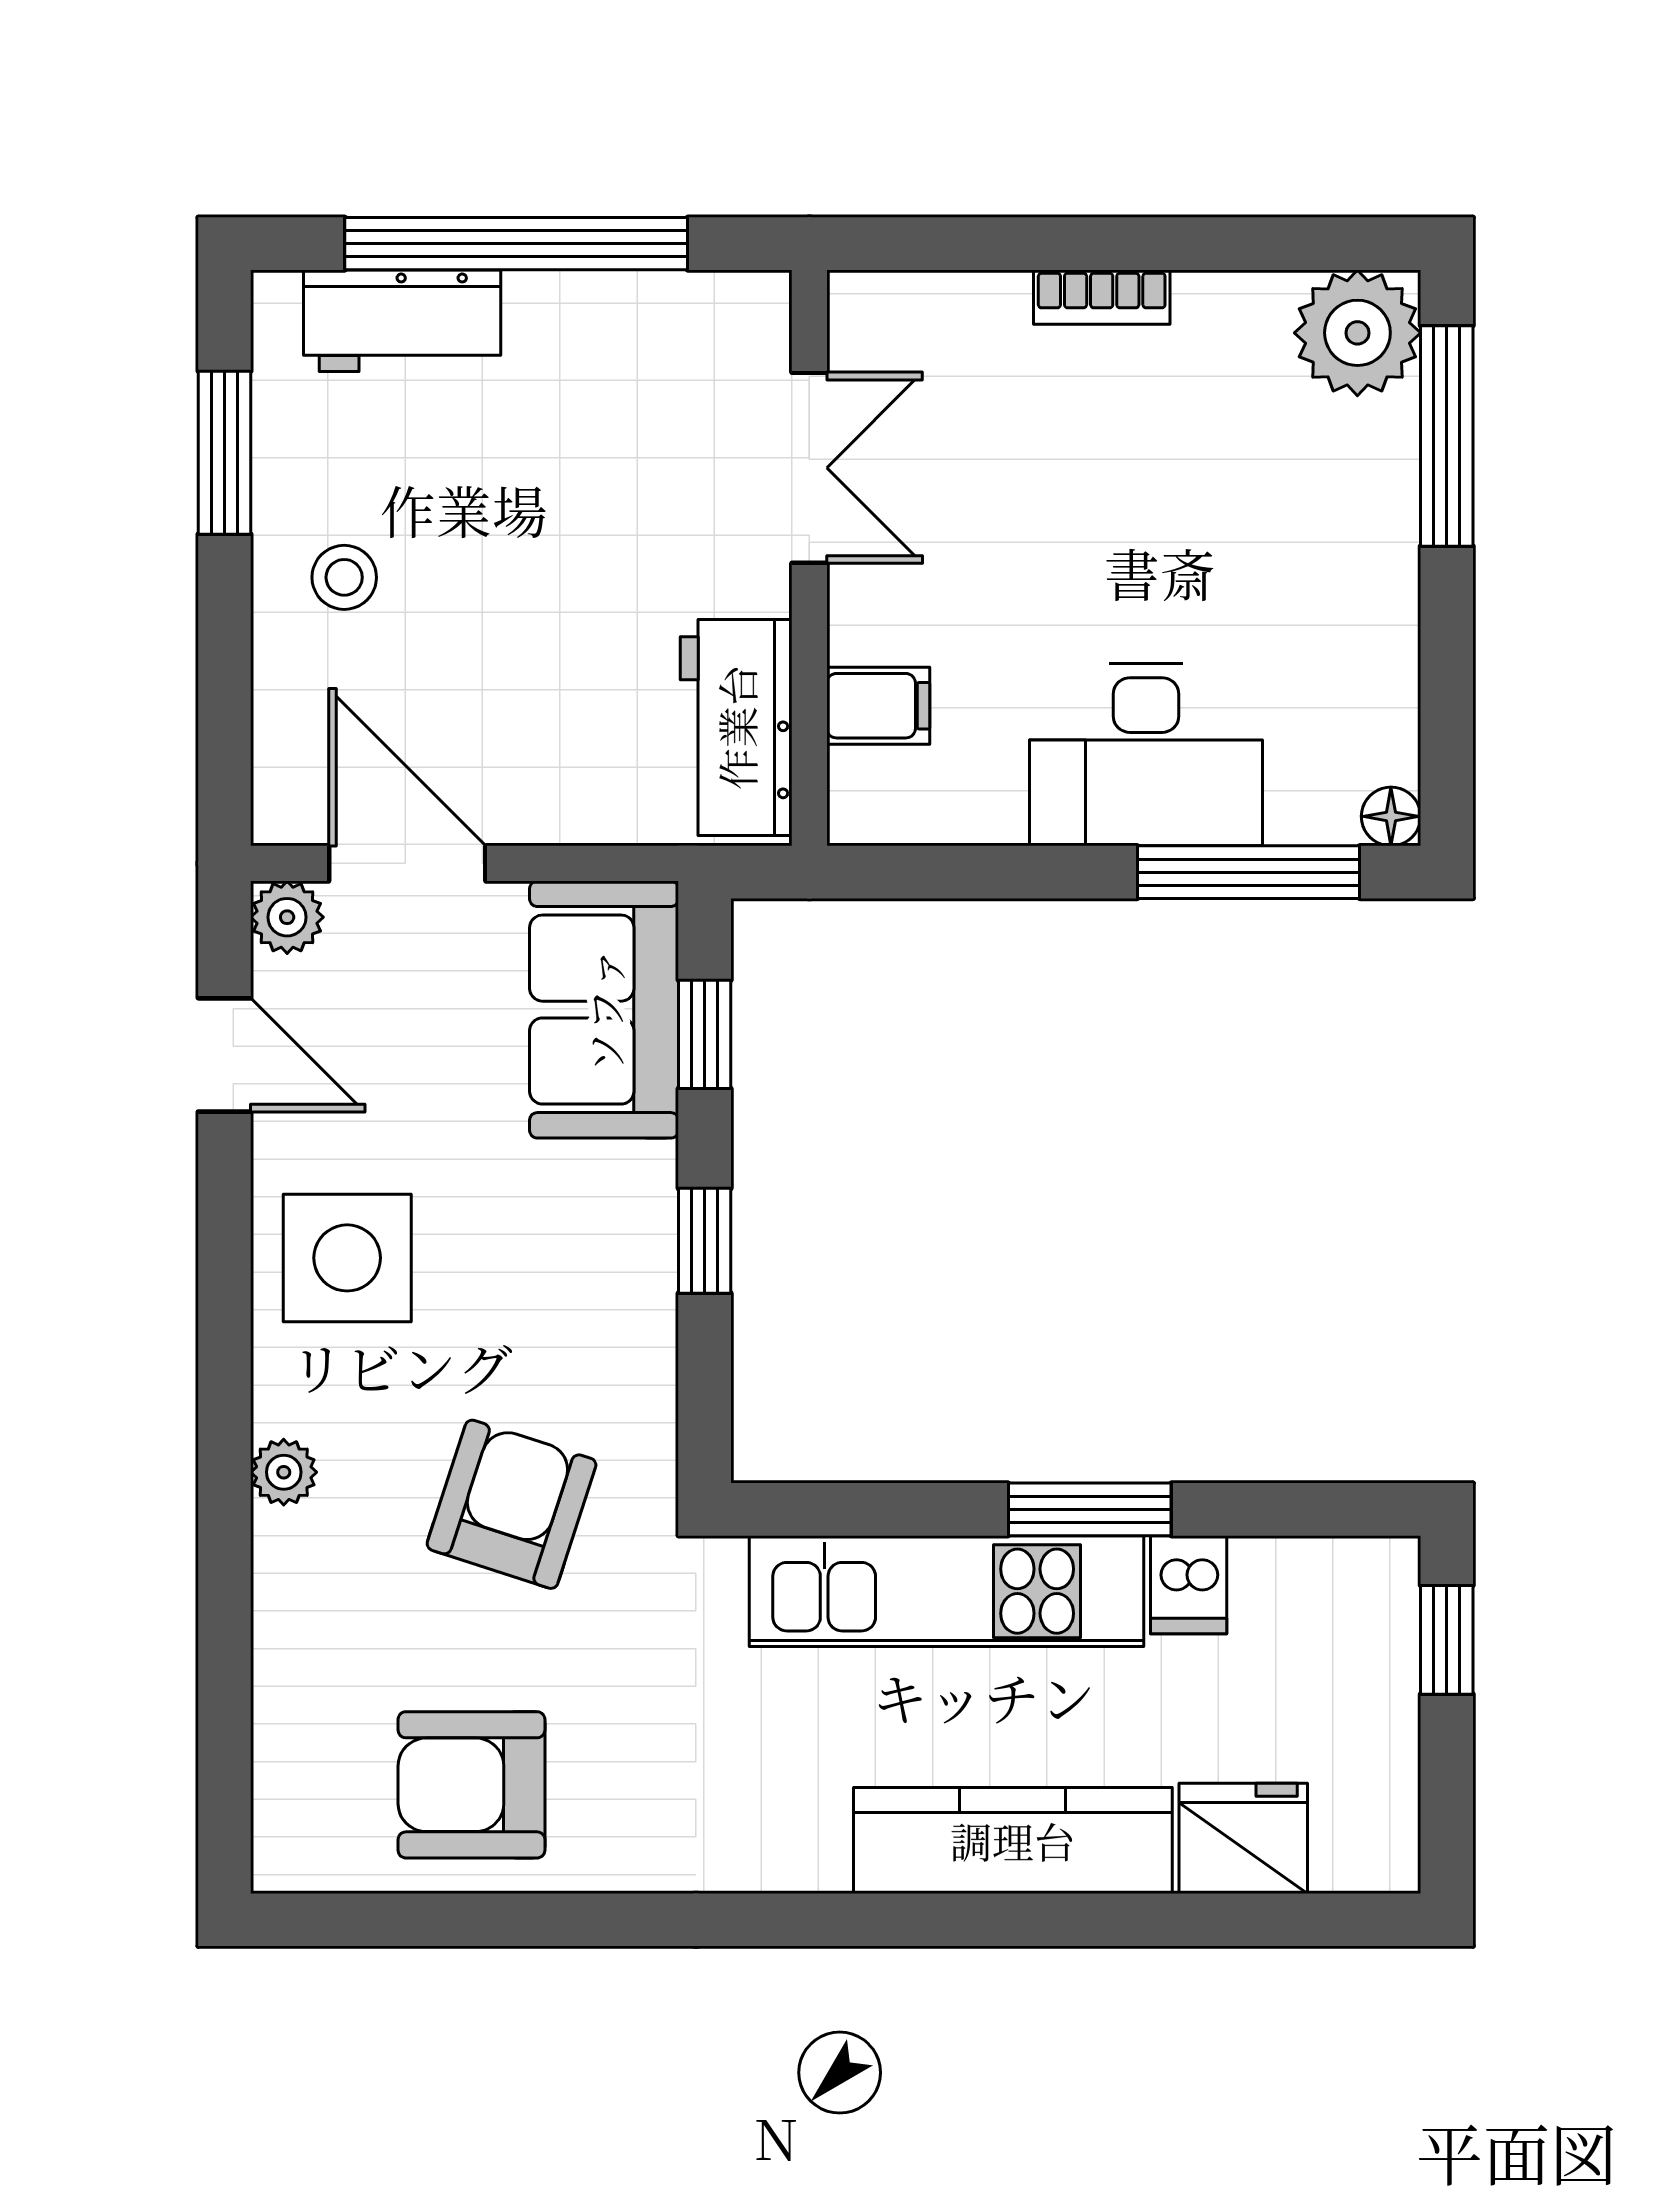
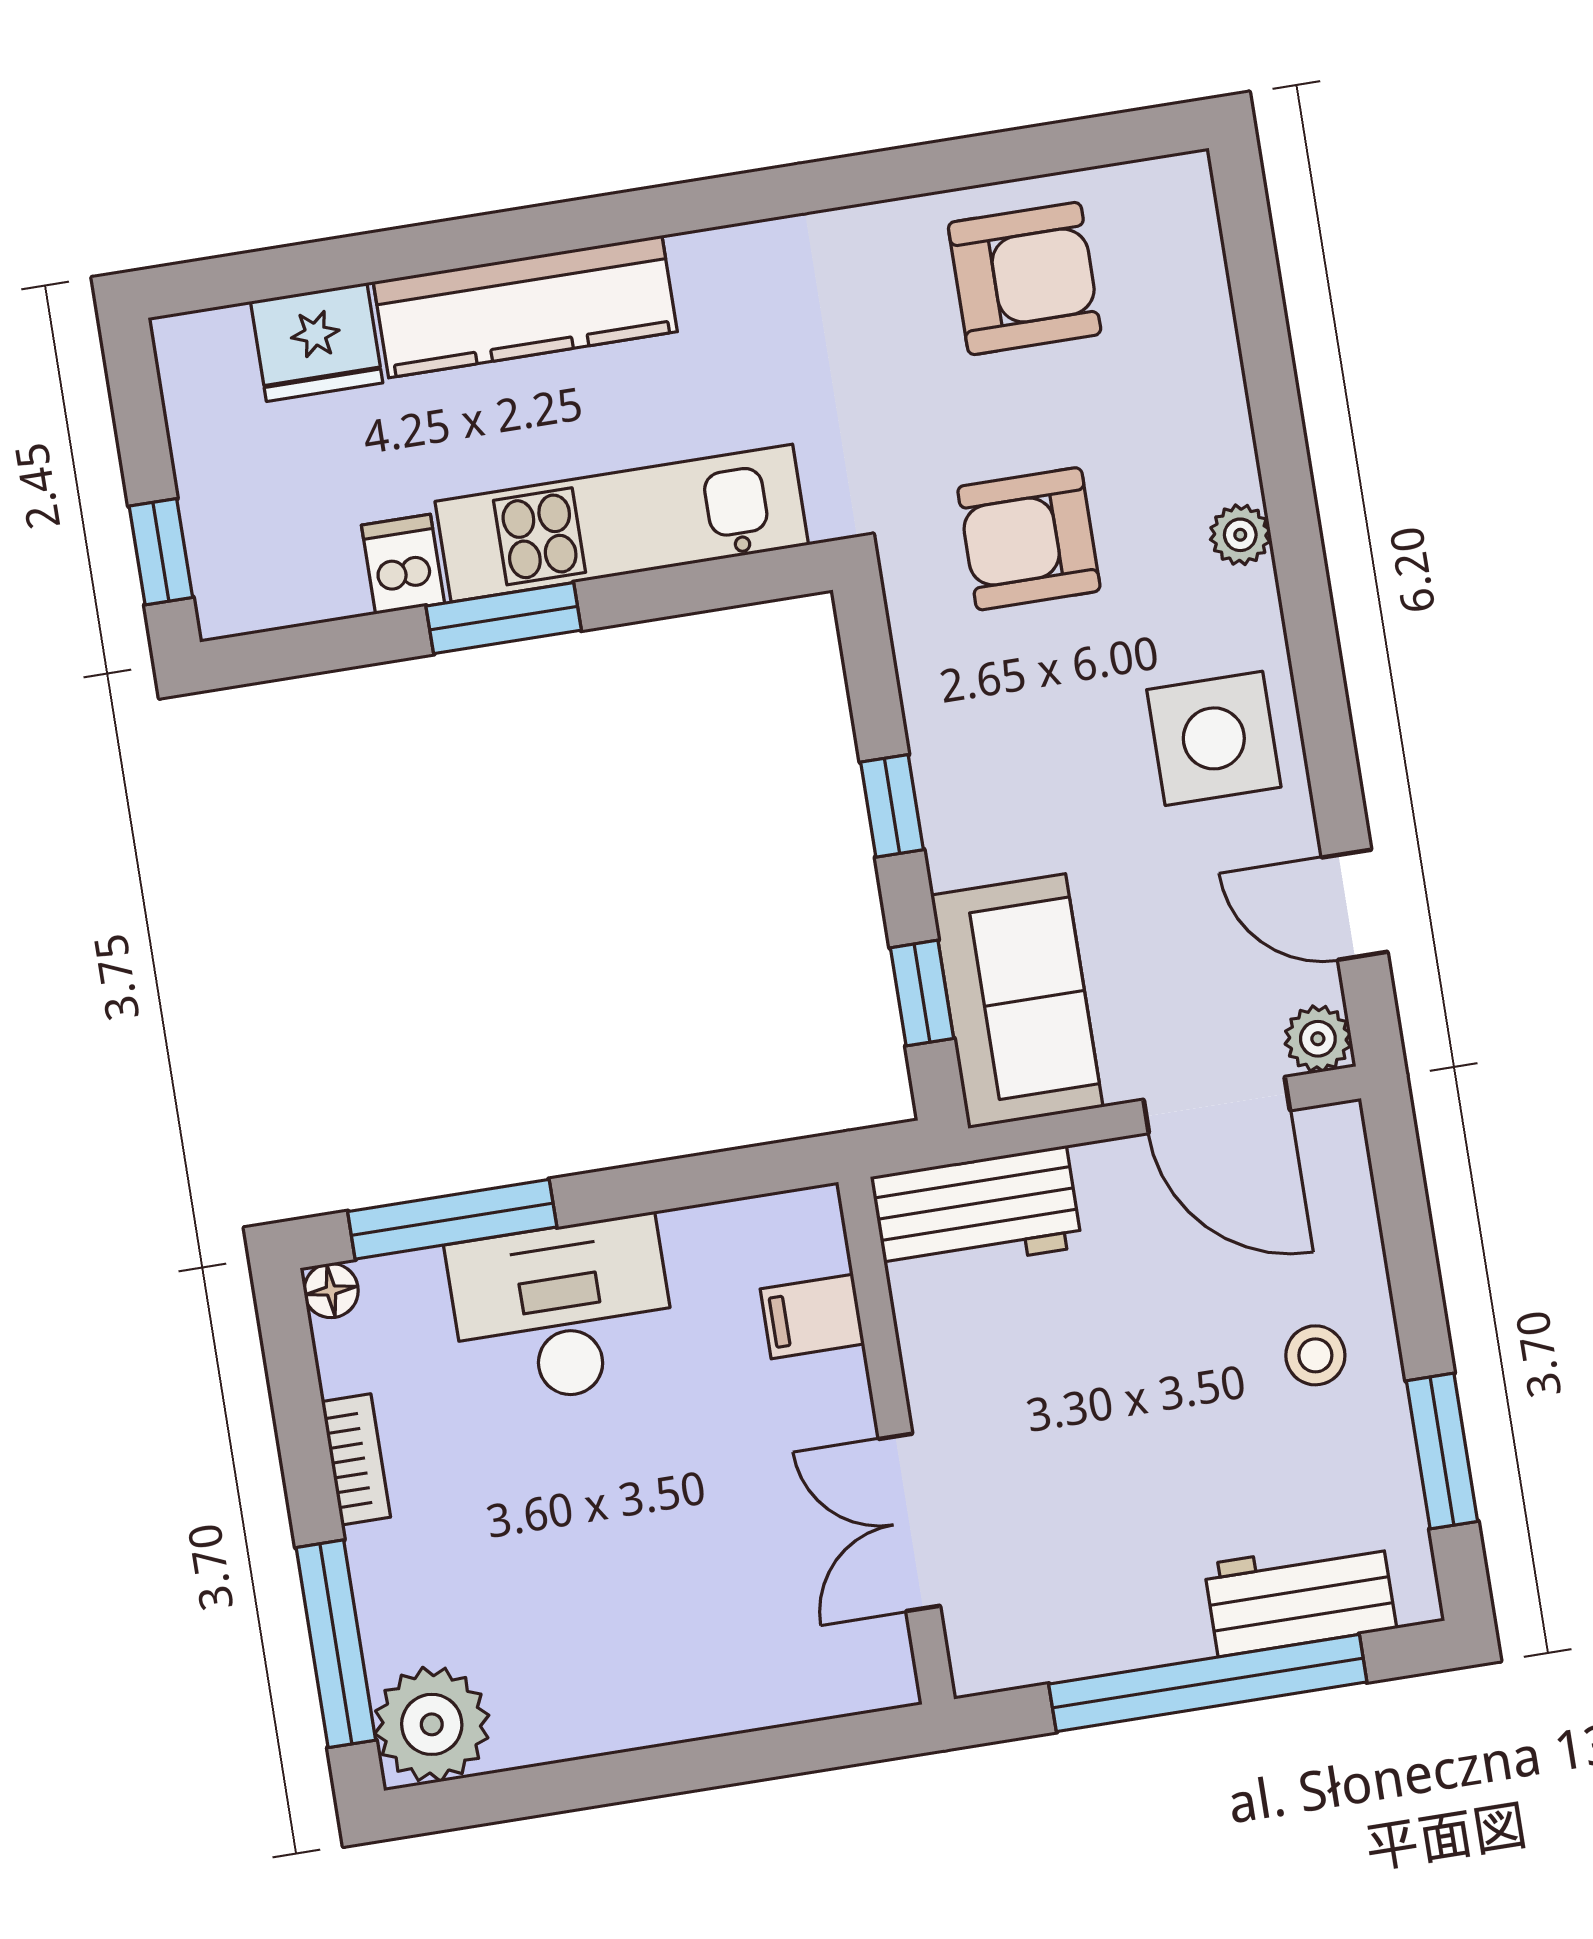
bookcase: (1102, 297) -> (356, 1459), moved, turned 90
workbench: (736, 727) -> (976, 1212), moved, turned 90
armchair: (512, 1504) -> (1029, 539), turned 72

